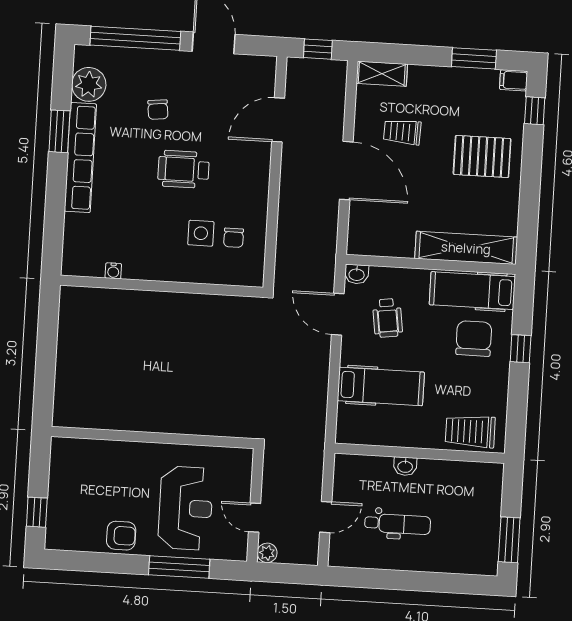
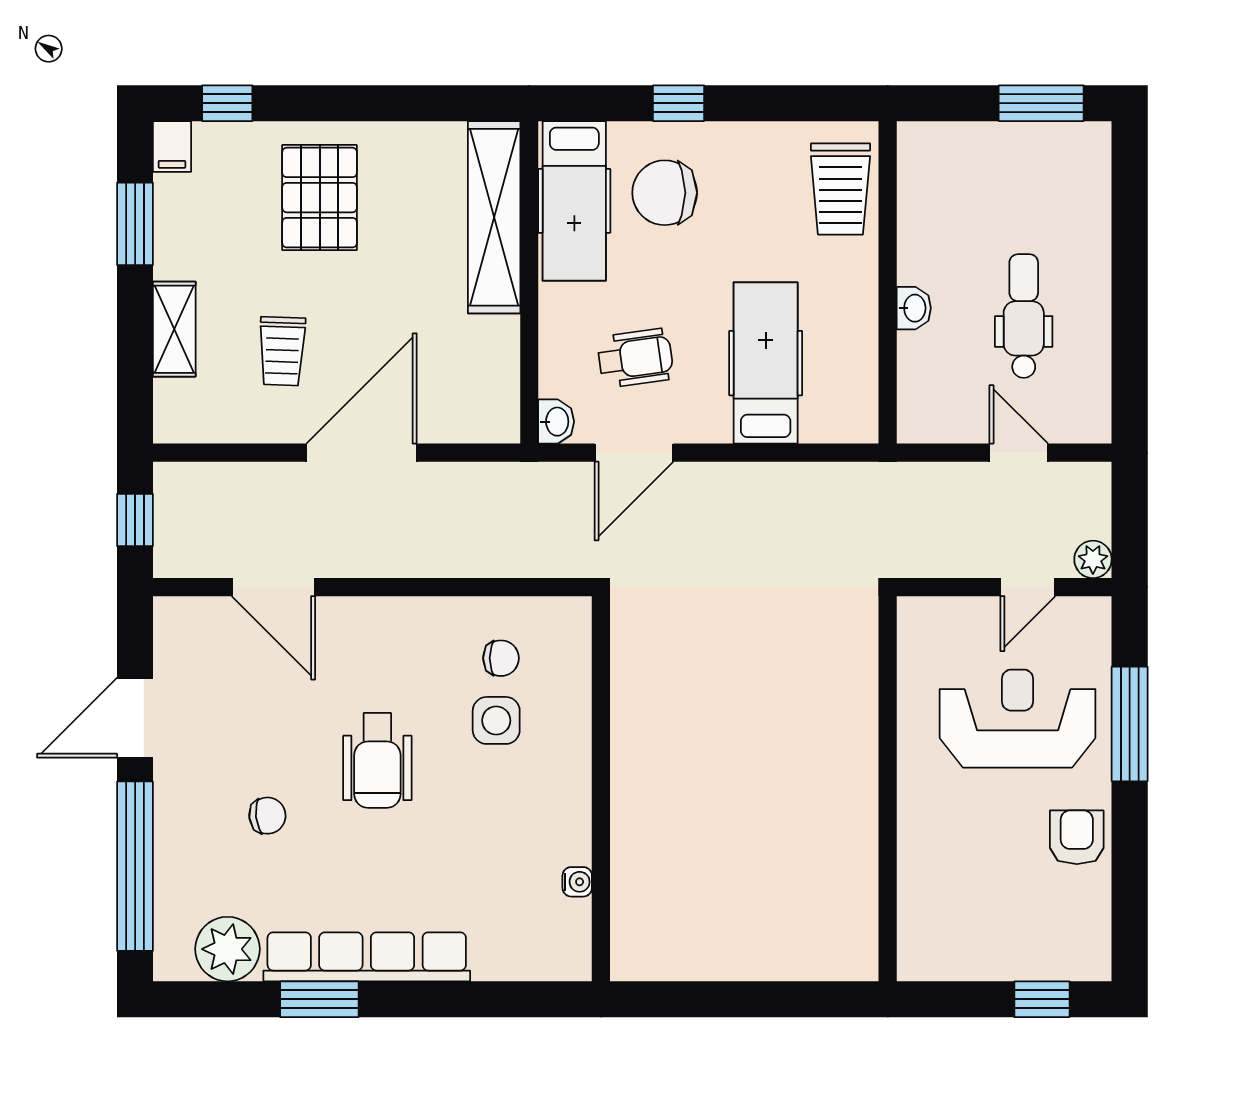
shelving: (382, 74) -> (174, 329), moved

